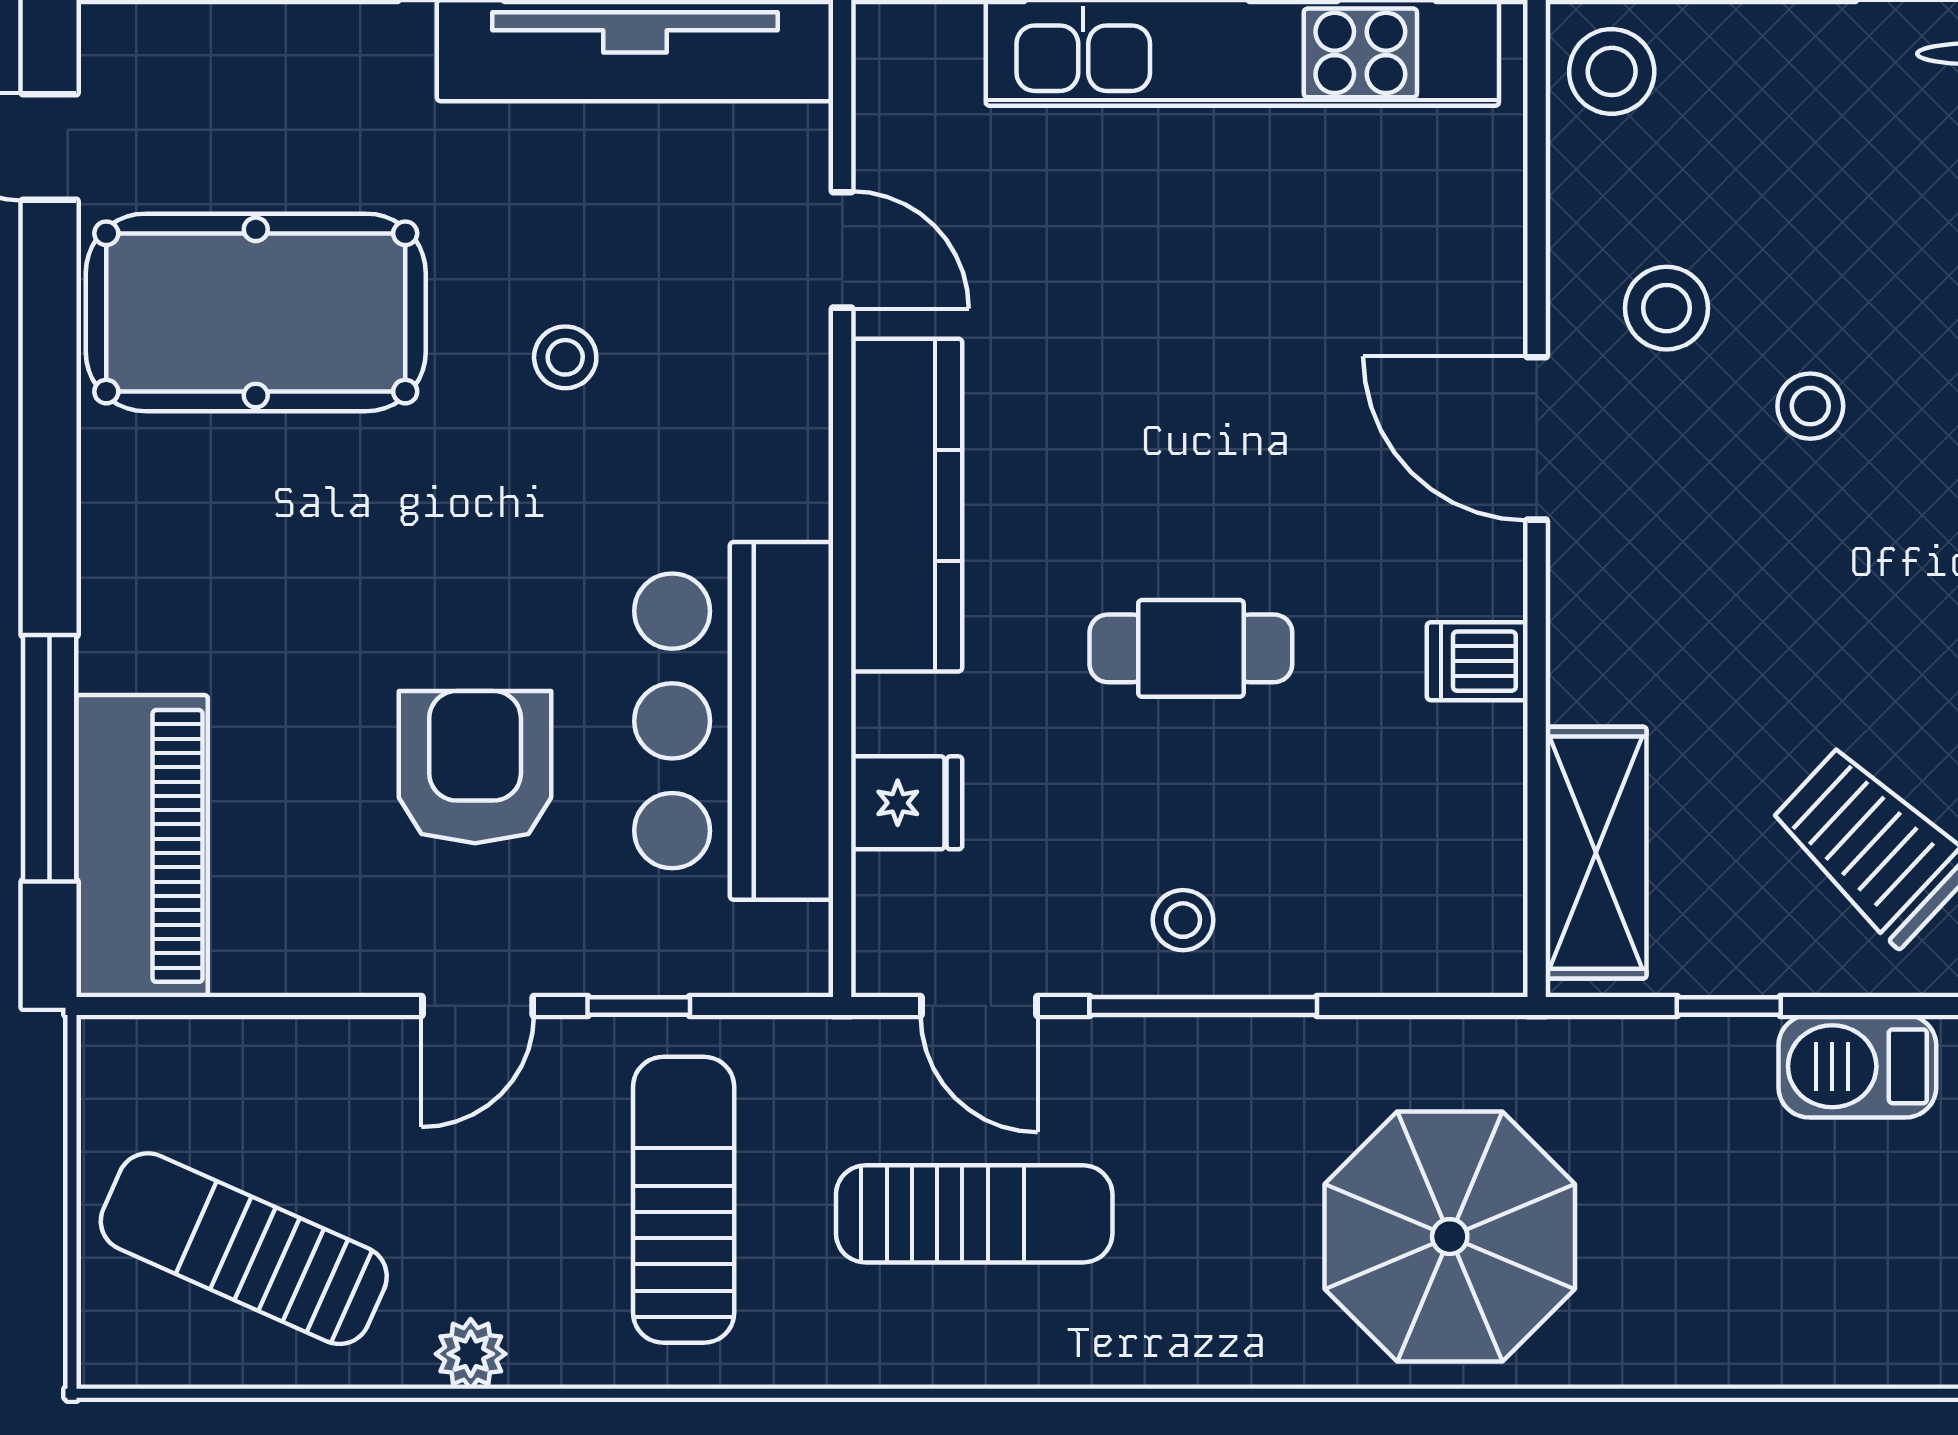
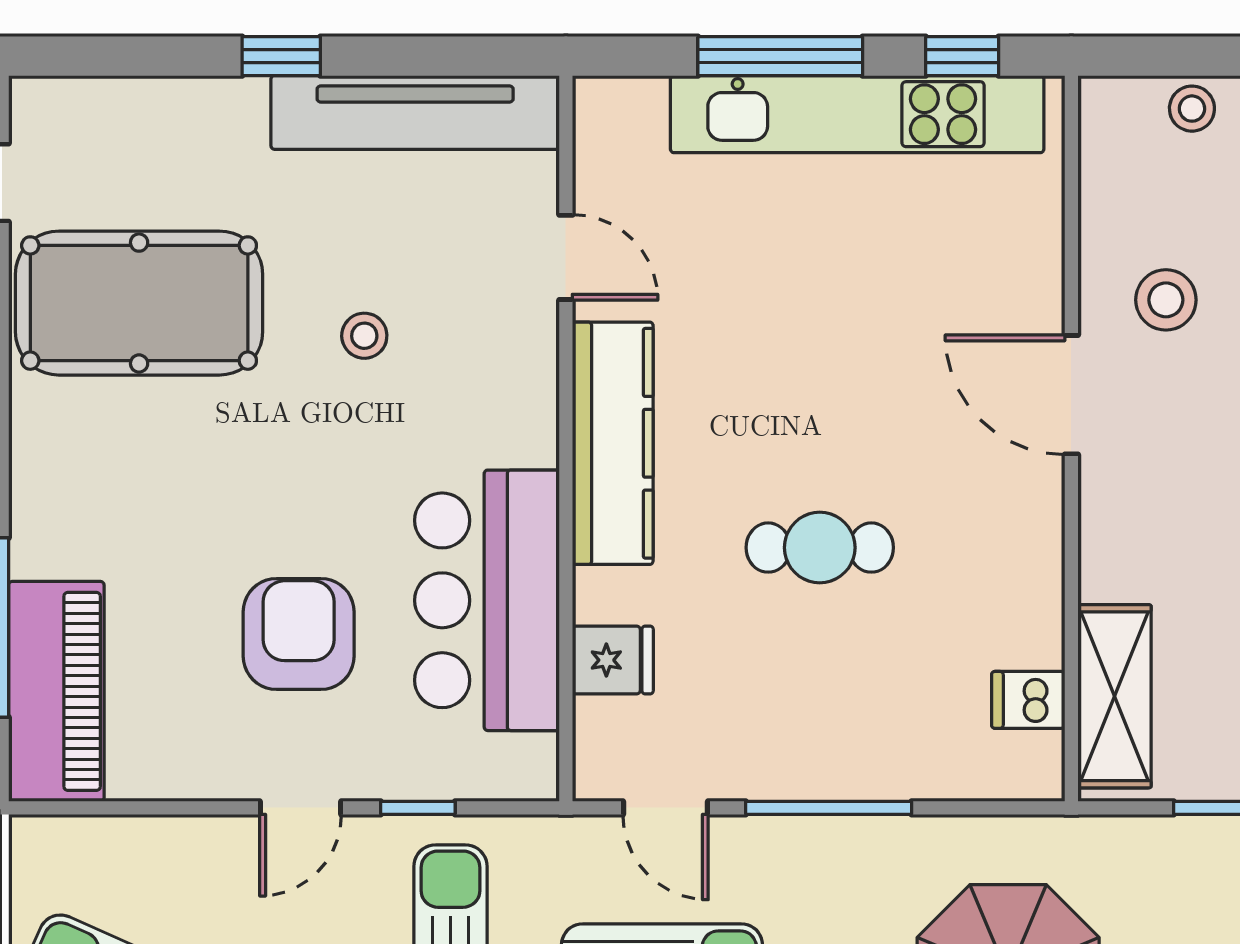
stool: (1612, 71) -> (1192, 109), moved, width x0.73, depth x0.73
dishwasher: (1477, 661) -> (1028, 700), moved
stool: (1183, 920) -> (814, 745), removed

